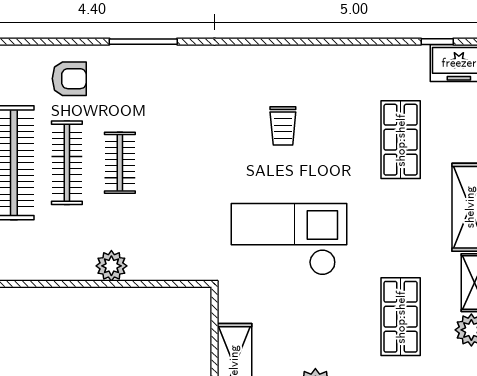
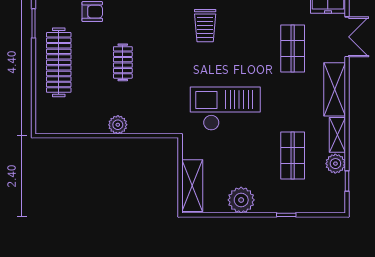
trolley: (283, 126) -> (205, 26), moved, width x1.36, depth x1.39
clothes rail: (67, 163) -> (91, 62), removed

